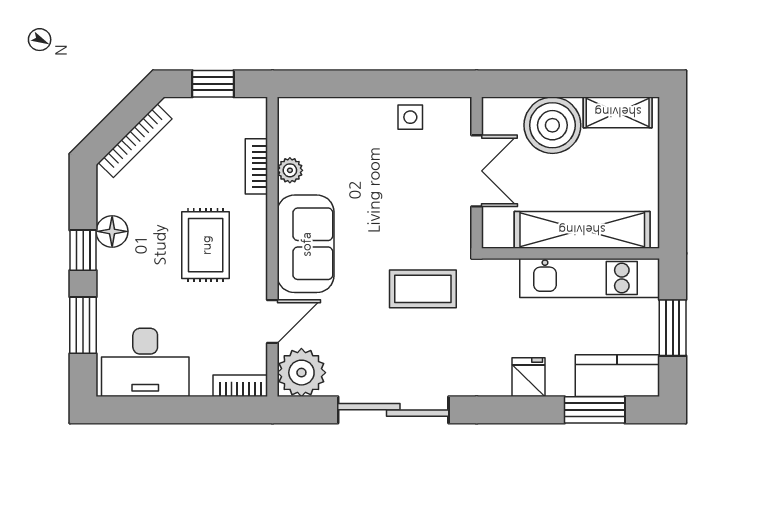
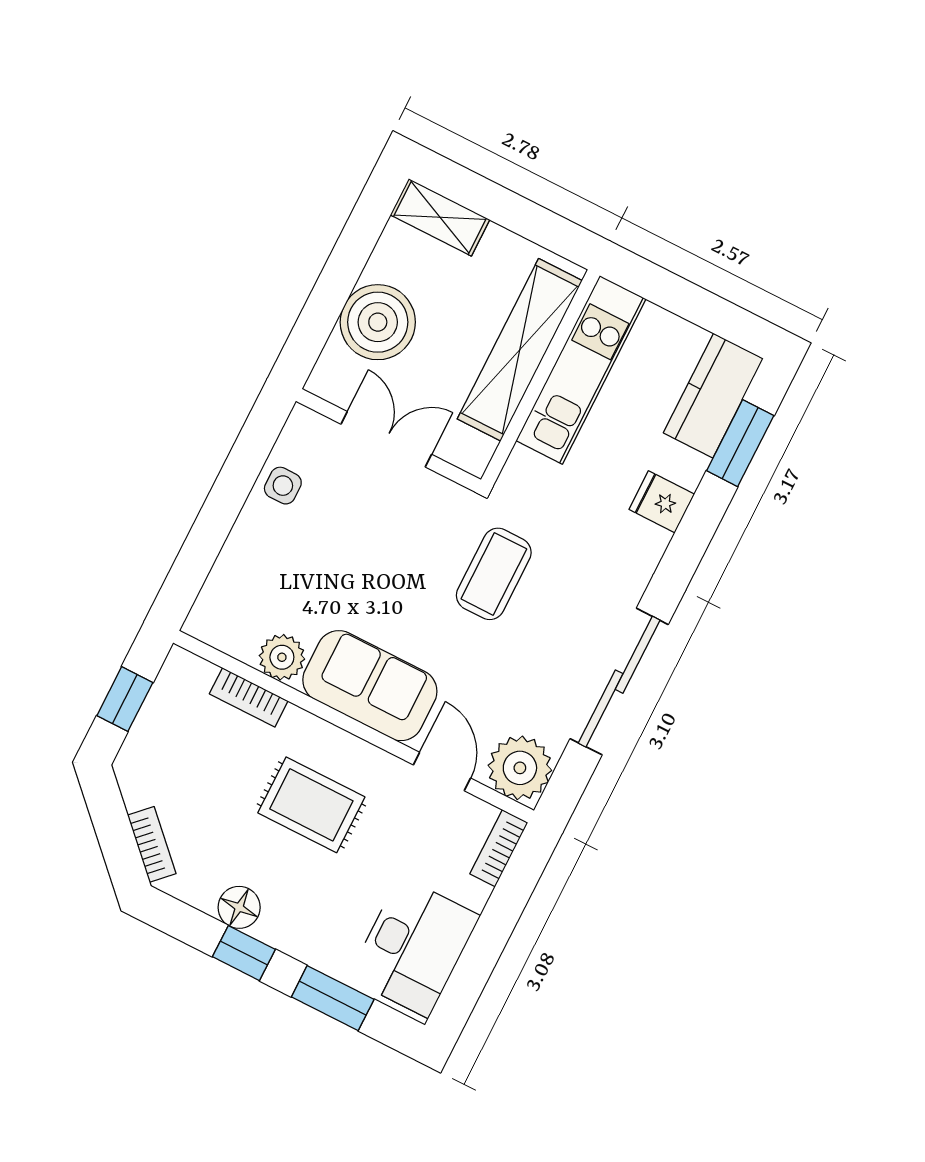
shelving: (618, 112) -> (440, 217), moved, turned 90
bookcase: (135, 141) -> (152, 844), width x0.64
plant: (290, 170) -> (282, 657), width x1.38, depth x1.38
window: (673, 328) -> (690, 301), removed

